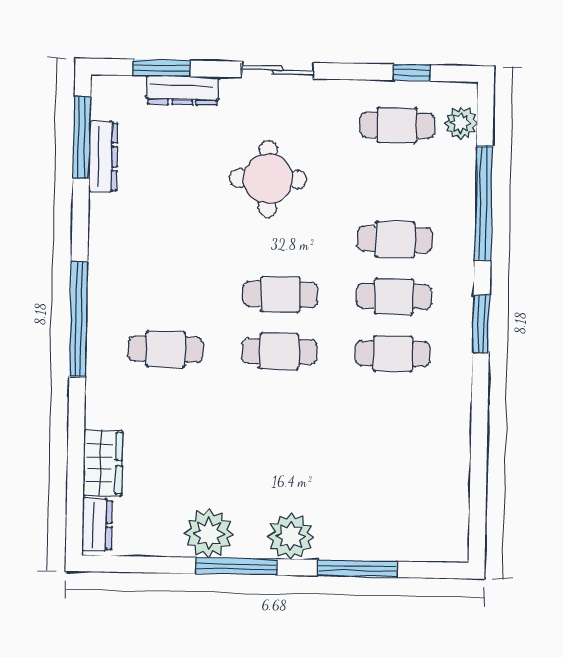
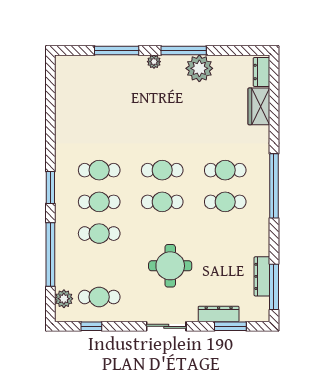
cafe table: (167, 292) -> (225, 202), added
plant: (291, 536) -> (154, 62), width x0.53, depth x0.53

